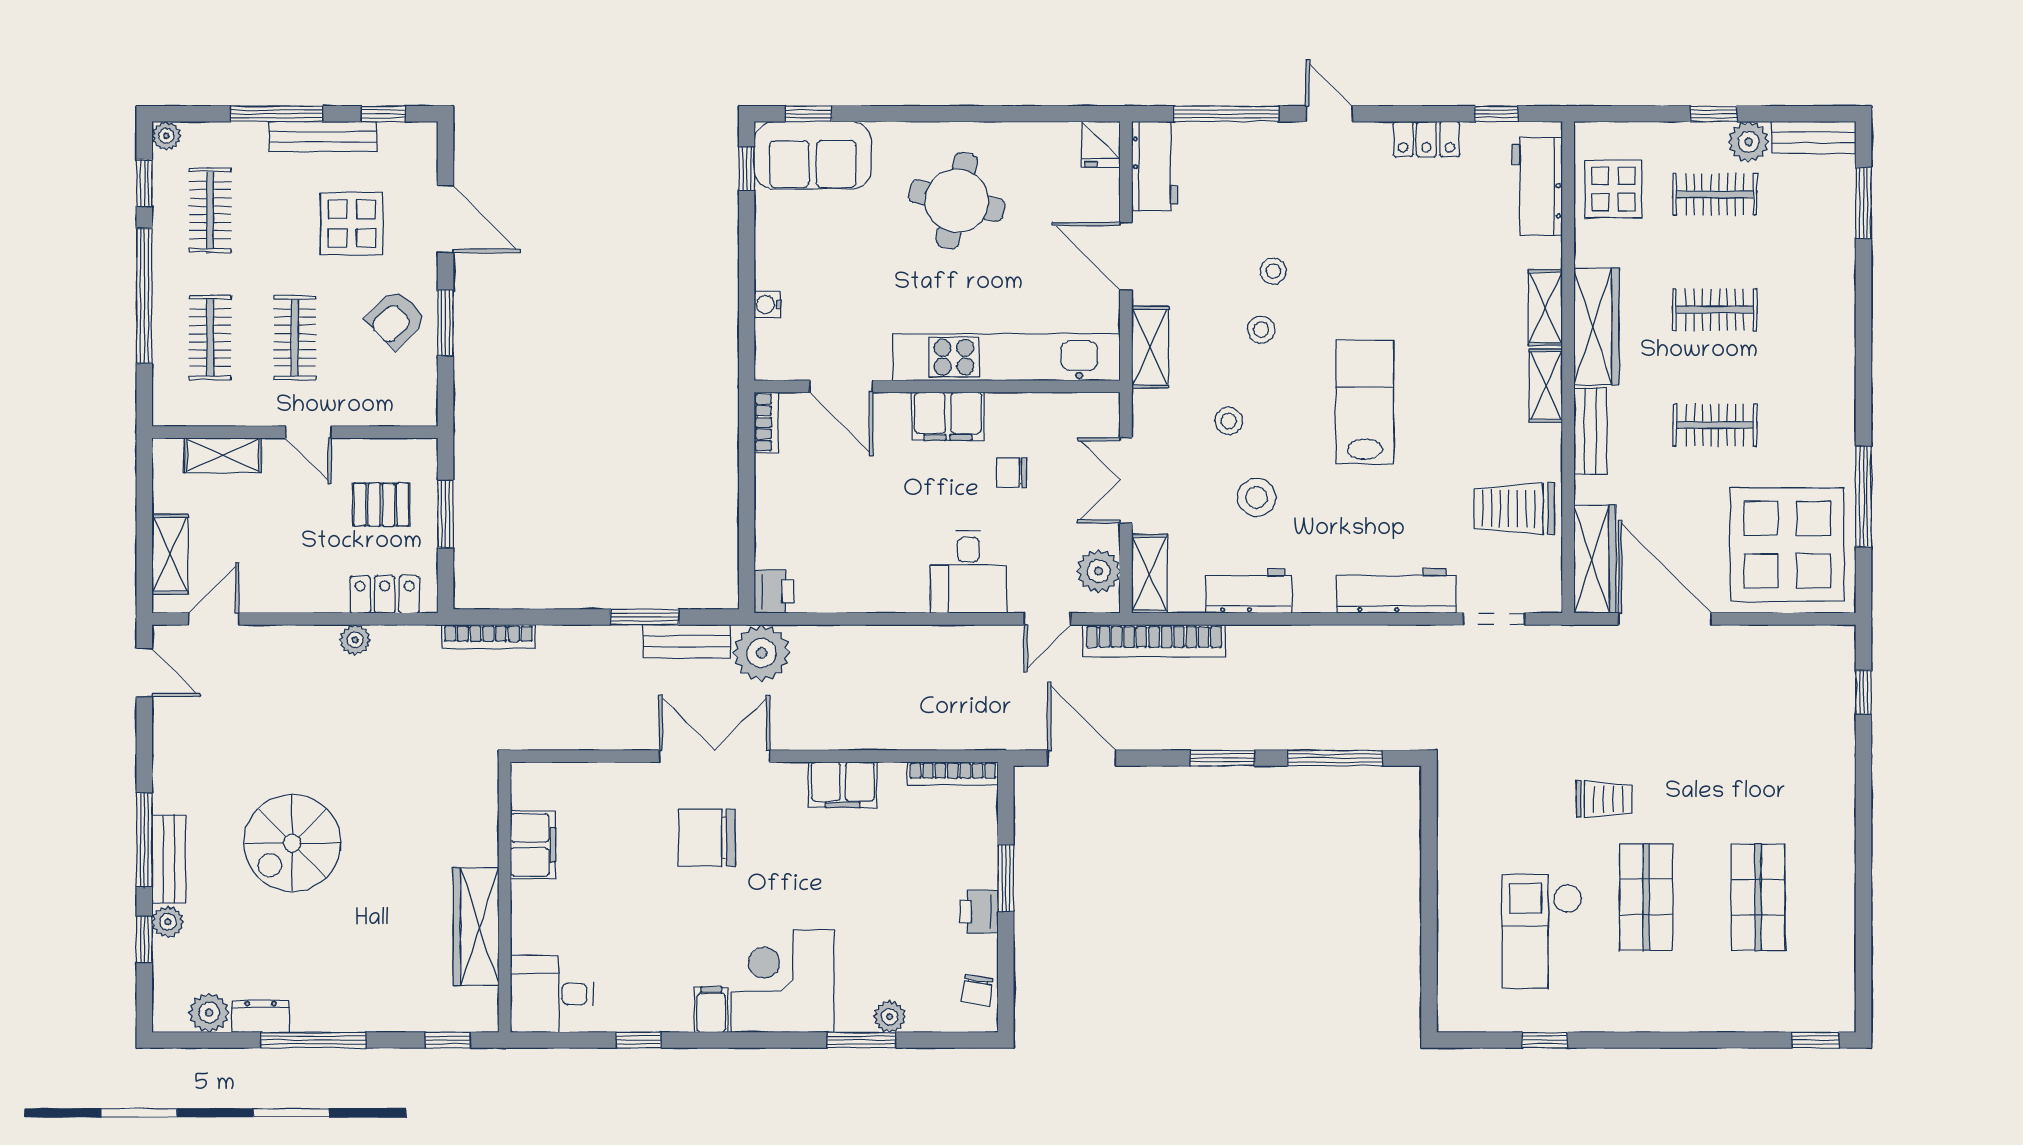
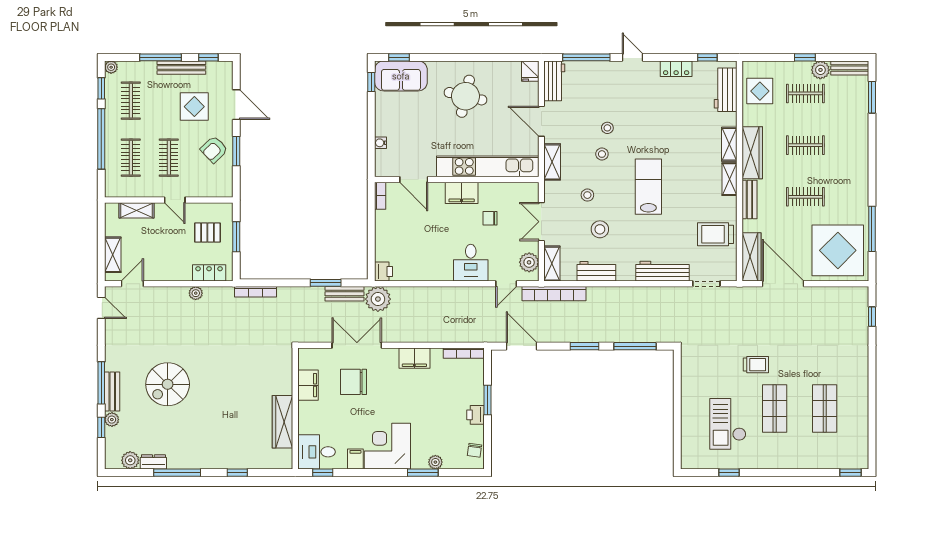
filing cabinet: (533, 845) -> (308, 385), moved
wall: (505, 897) -> (295, 409), moved
wardrobe: (476, 926) -> (282, 422), moved
desk: (552, 994) -> (316, 452), moved

